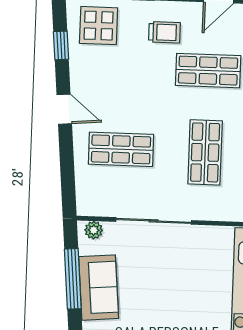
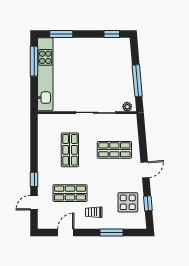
display table: (99, 26) -> (128, 202), moved
door: (64, 109) -> (145, 170), swing flipped
sofa: (99, 288) -> (123, 77), removed

